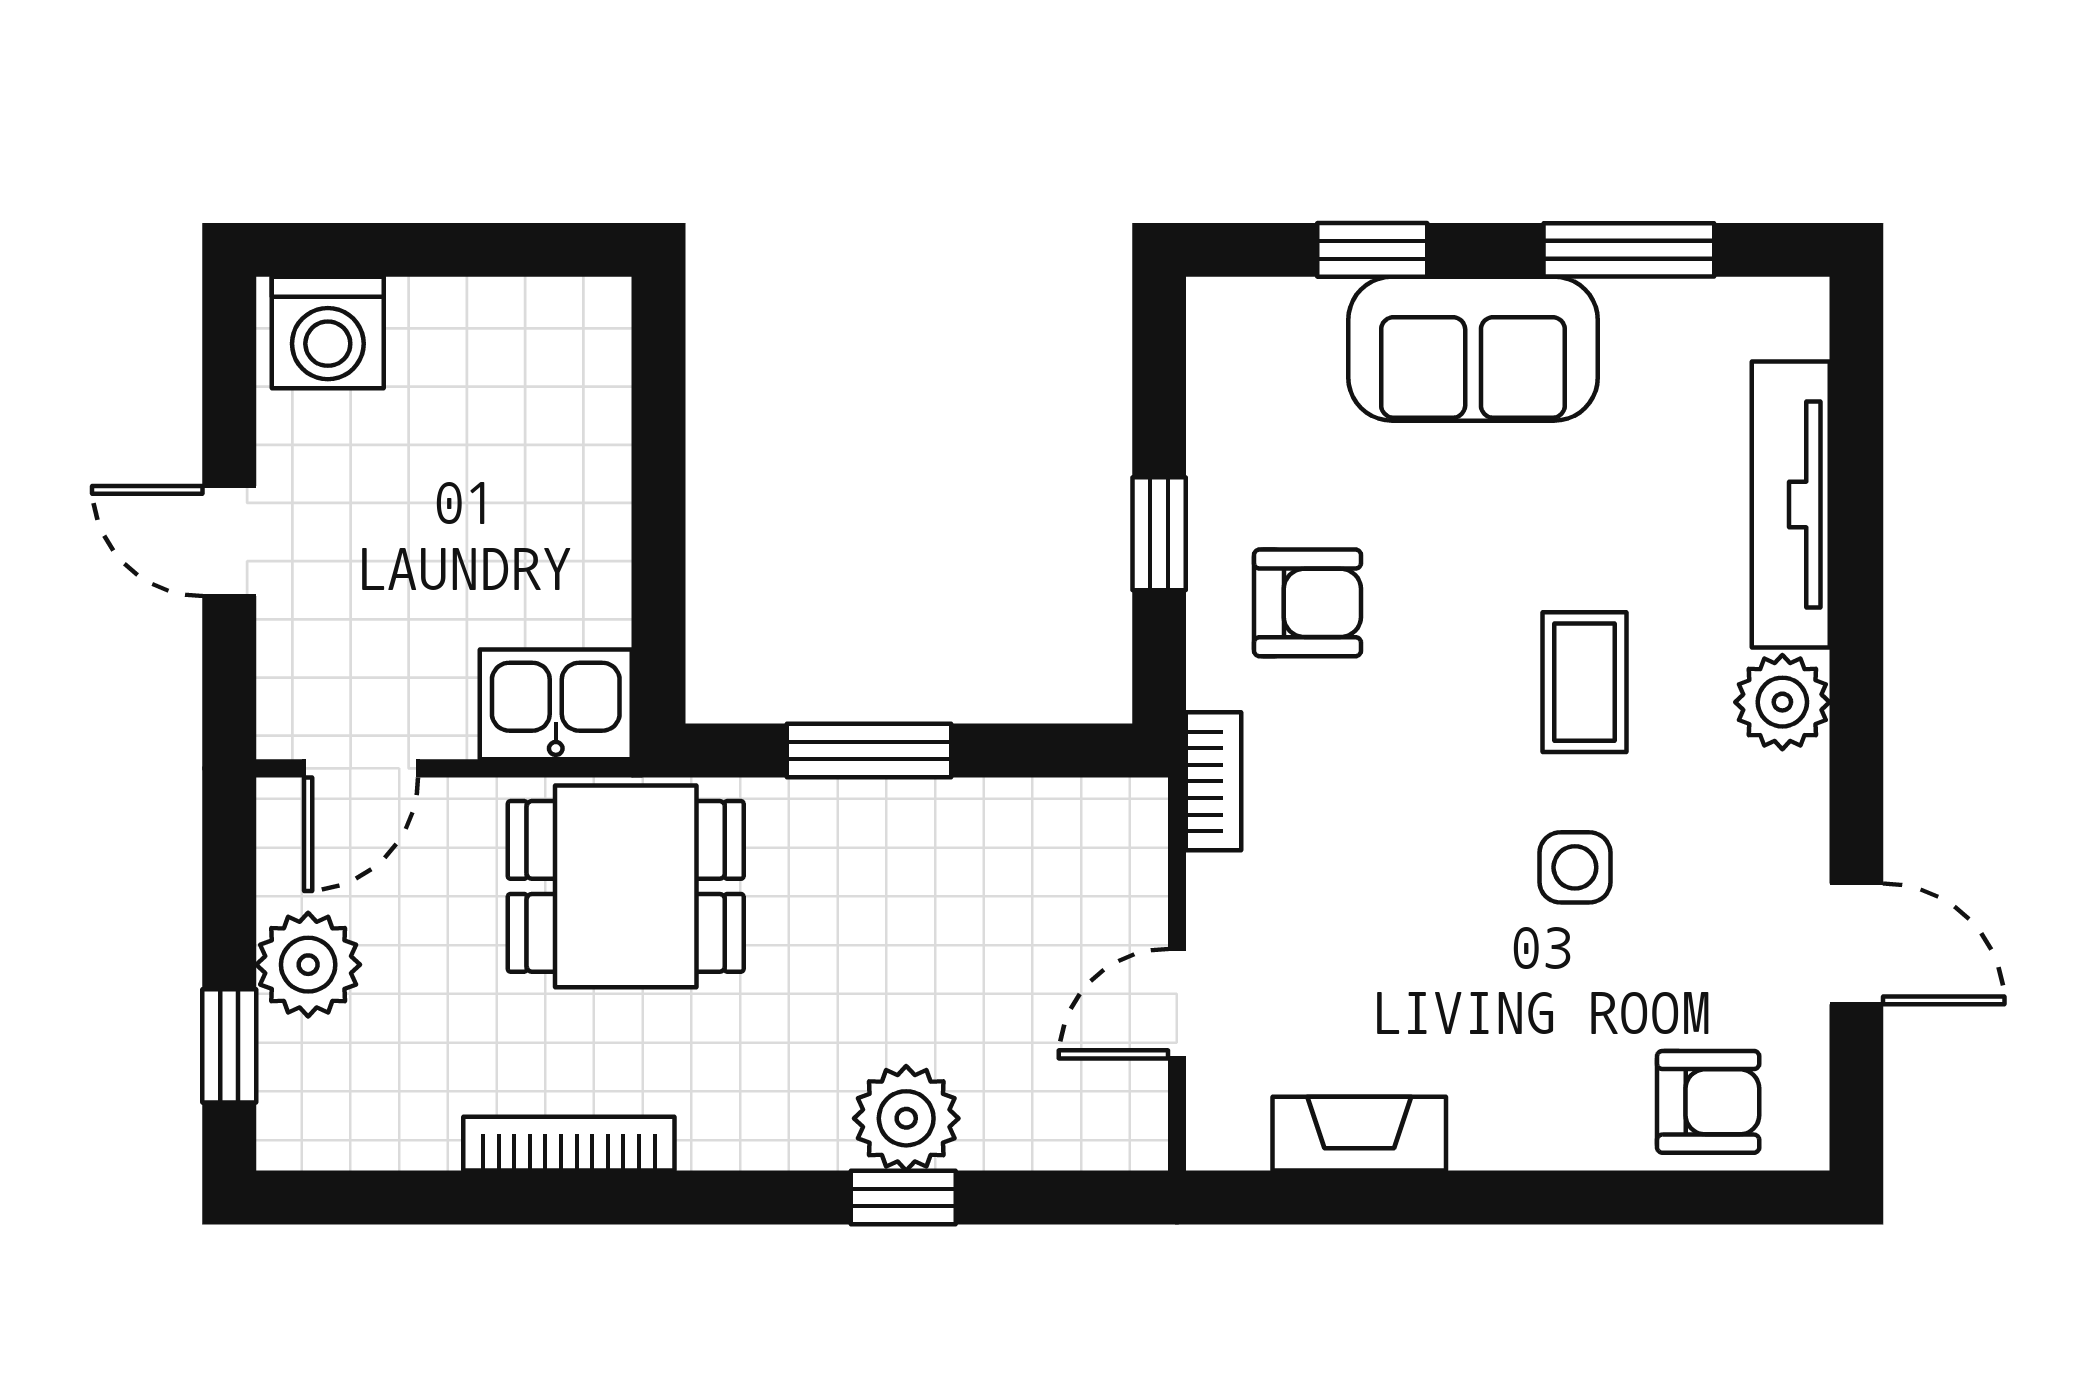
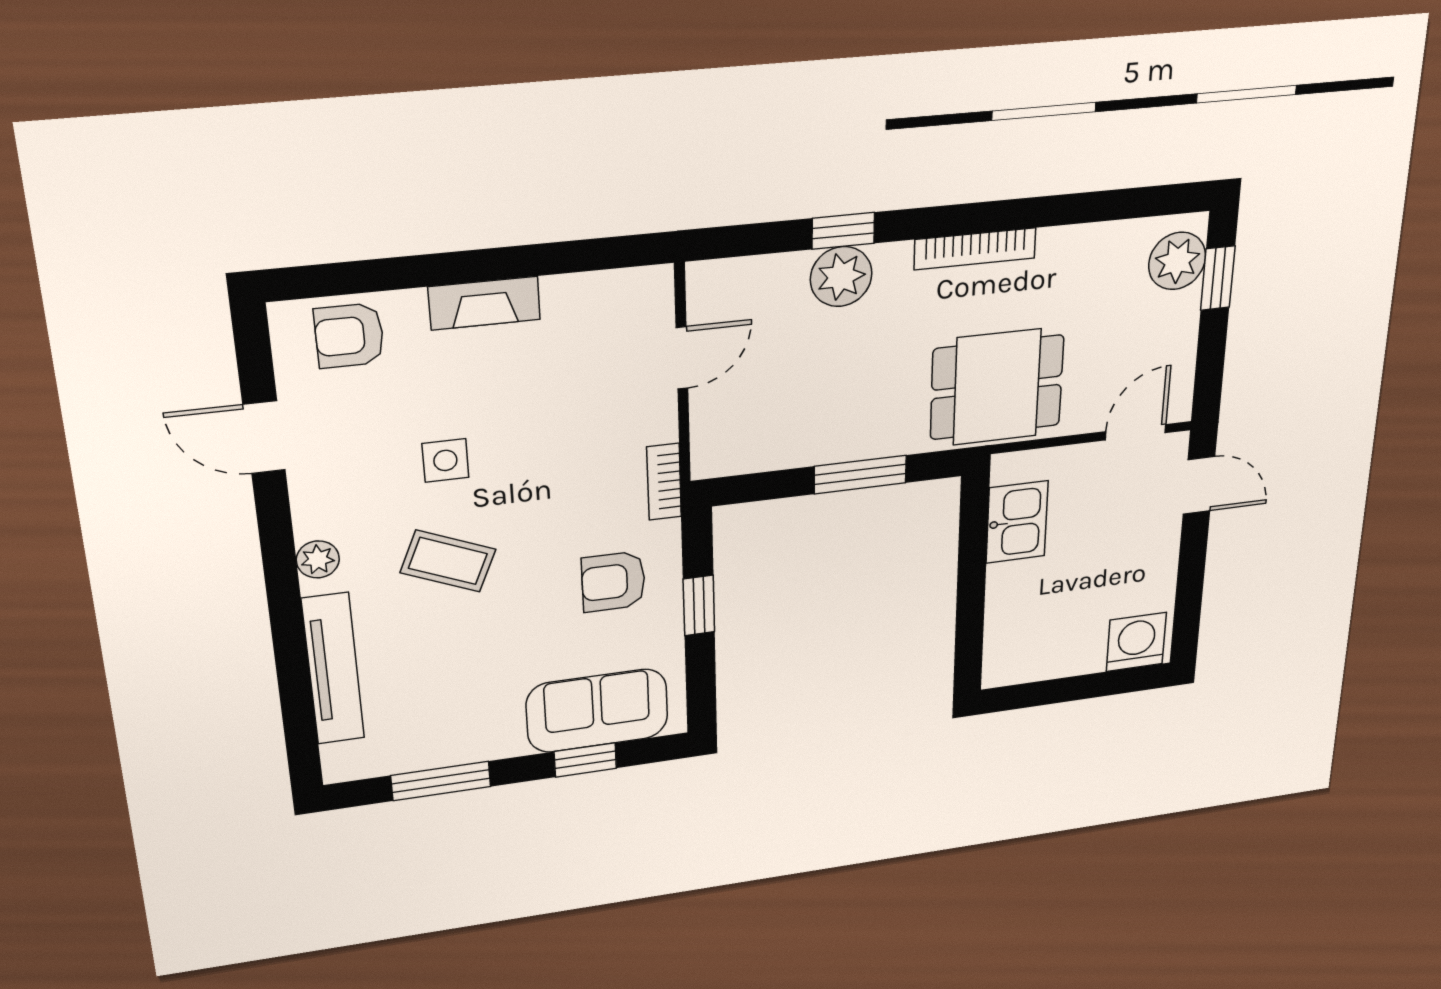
sofa: (1473, 349) -> (597, 711), moved
door: (229, 541) -> (1199, 485), moved
coffee table: (1584, 682) -> (448, 561), turned -67
plant: (1782, 702) -> (318, 559), width x0.73, depth x0.73
kitchen sink: (556, 704) -> (1017, 522), moved, turned -90
plant: (308, 965) -> (1177, 261), moved
fireplace: (1359, 1134) -> (484, 303), moved
bookcase: (569, 1144) -> (975, 249), moved

